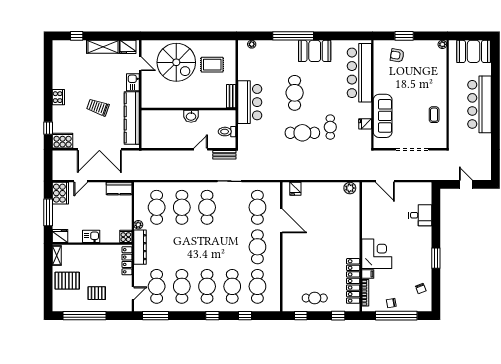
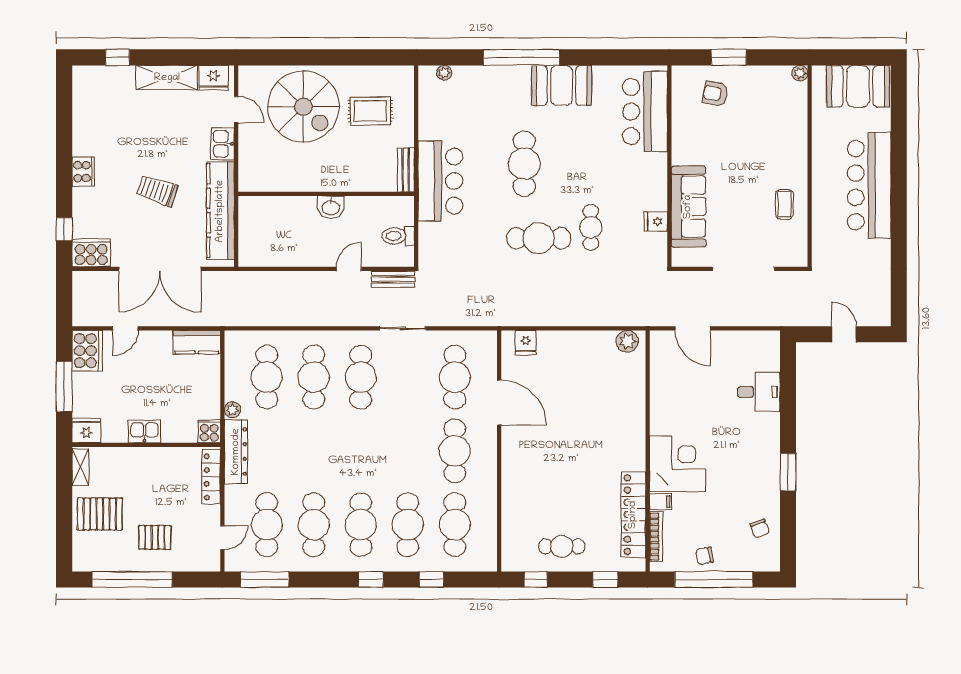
bar counter: (359, 73) -> (645, 112), width x0.73

